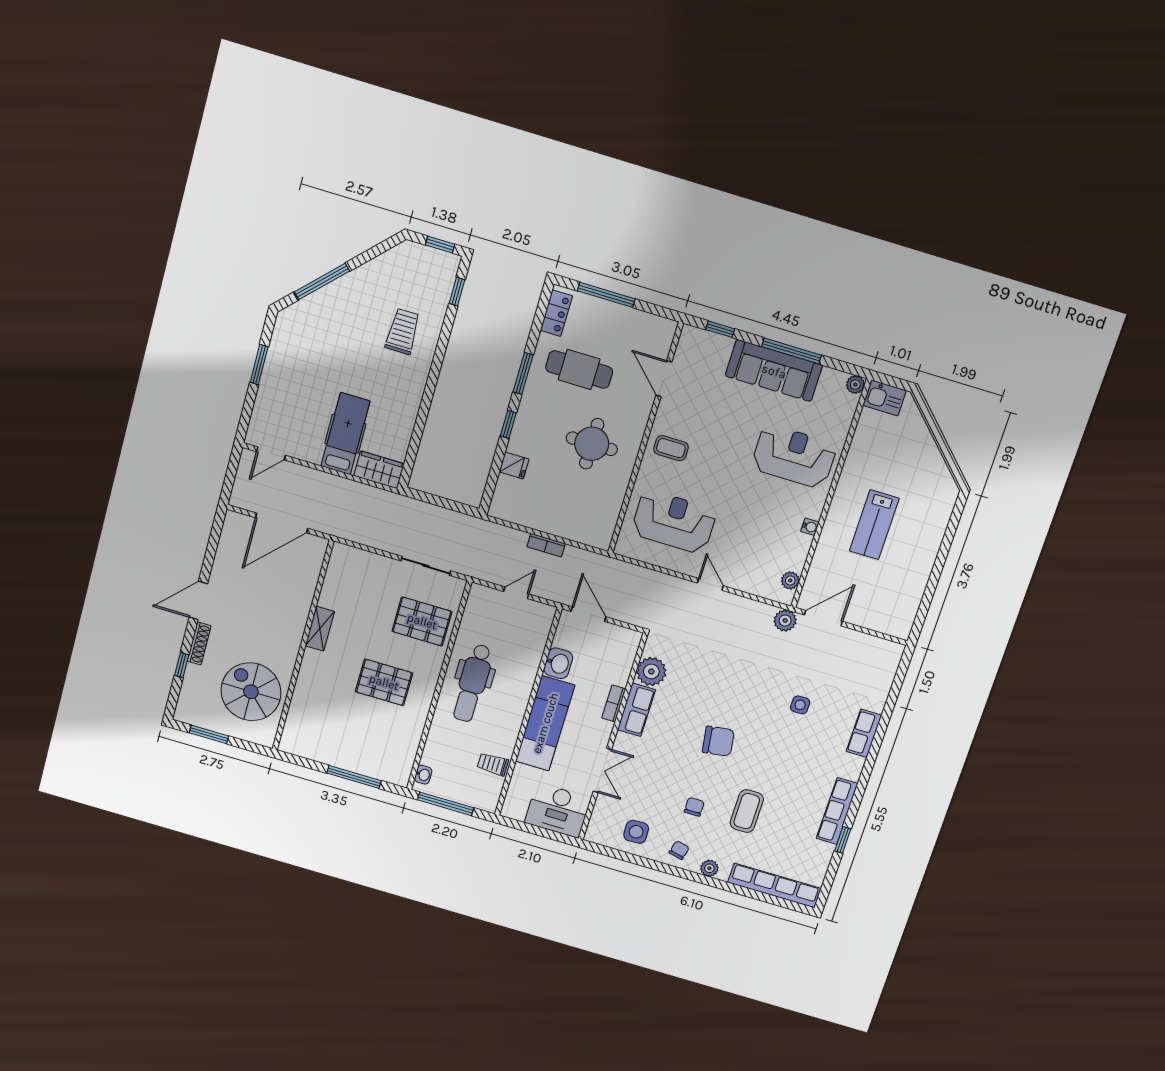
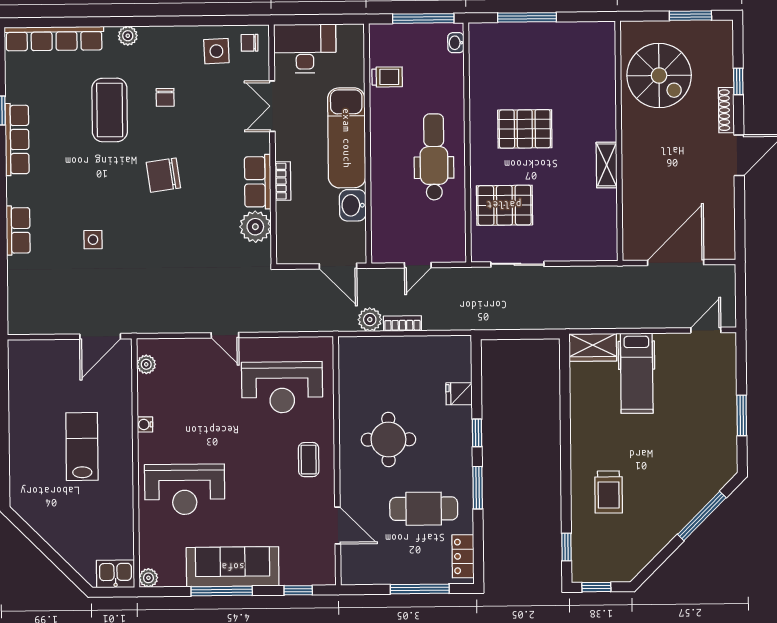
coffee table: (671, 448) -> (309, 460), turned 90
plant: (785, 621) -> (370, 320), moved
coffee table: (747, 811) -> (110, 110), width x1.36, depth x1.32
chair: (679, 850) -> (250, 43), moved, turned 77

